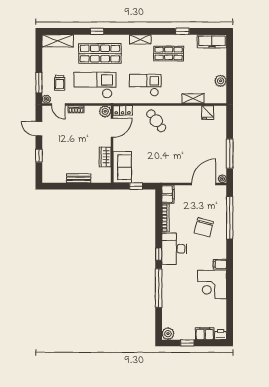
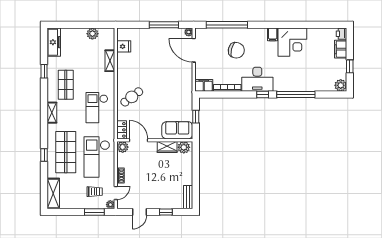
plant: (105, 174) -> (184, 147), added
bench: (79, 178) -> (188, 197), moved

